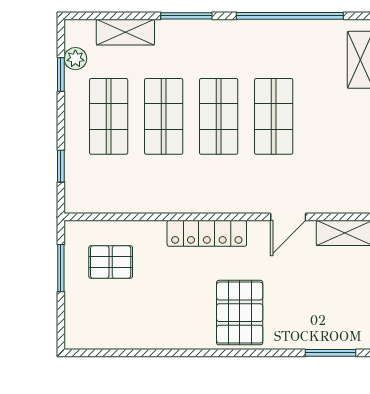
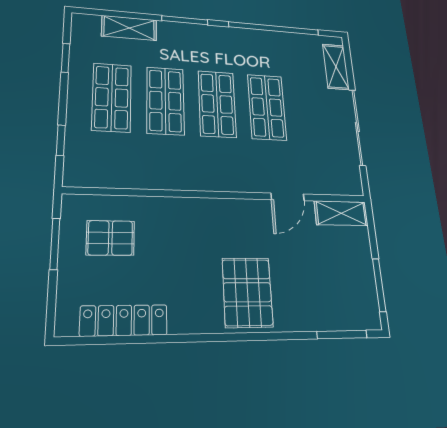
plant: (75, 59) -> (81, 46), removed
locker: (207, 233) -> (124, 320), moved, turned 180

